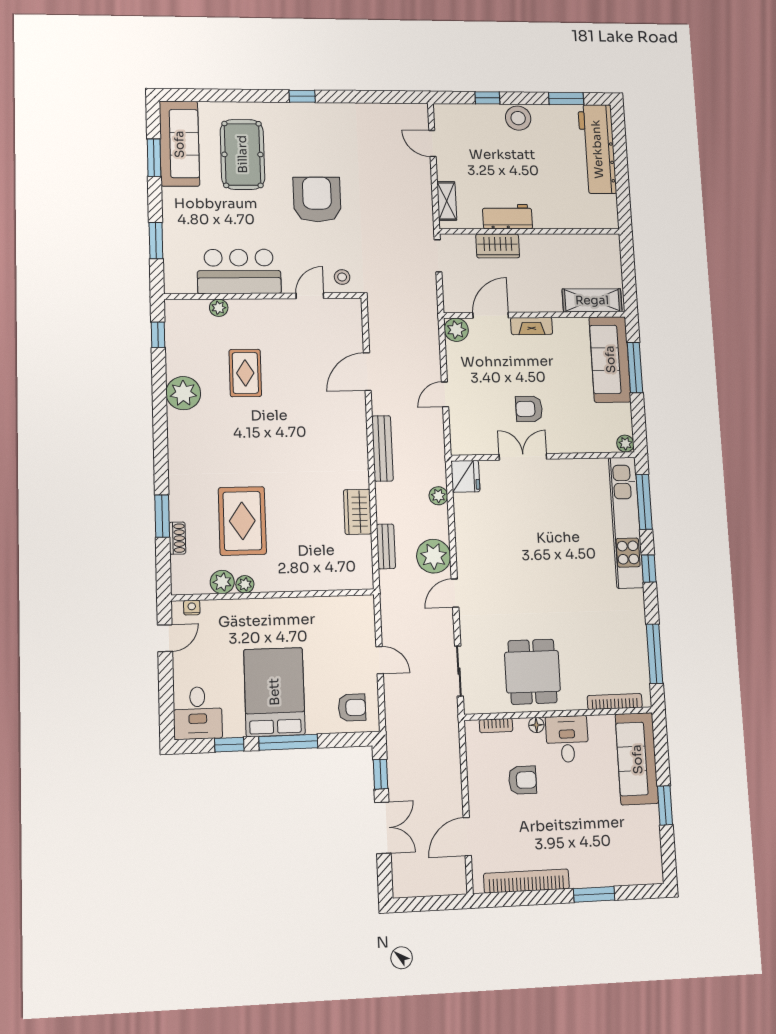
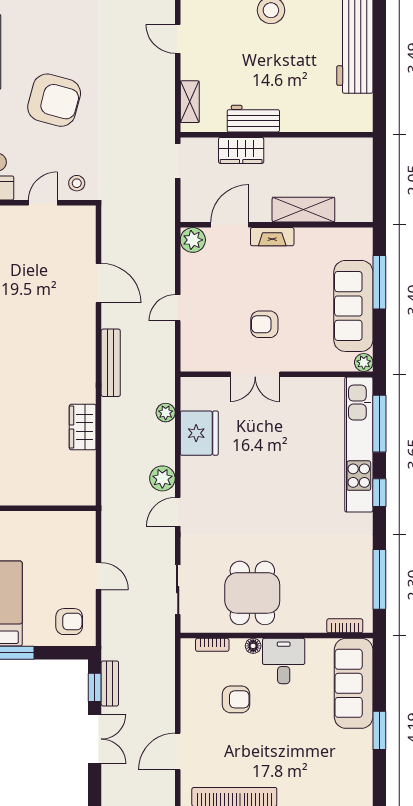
armchair: (317, 199) -> (54, 100), turned 105
shelving: (592, 300) -> (303, 210), moved
sofa: (610, 359) -> (353, 306), moved
door: (367, 372) -> (99, 283), swing flipped
double door: (523, 457) -> (255, 374), swing flipped
fridge: (465, 476) -> (199, 433), moved, width x1.36, depth x1.34
bench: (386, 546) -> (110, 683), moved
plant: (434, 556) -> (162, 478), width x0.73, depth x0.73
bookcase: (615, 702) -> (345, 626), width x0.64

